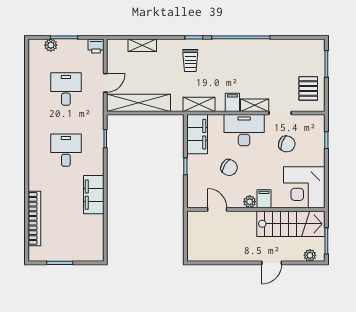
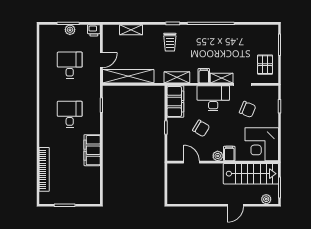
plant: (51, 45) -> (70, 30), moved

